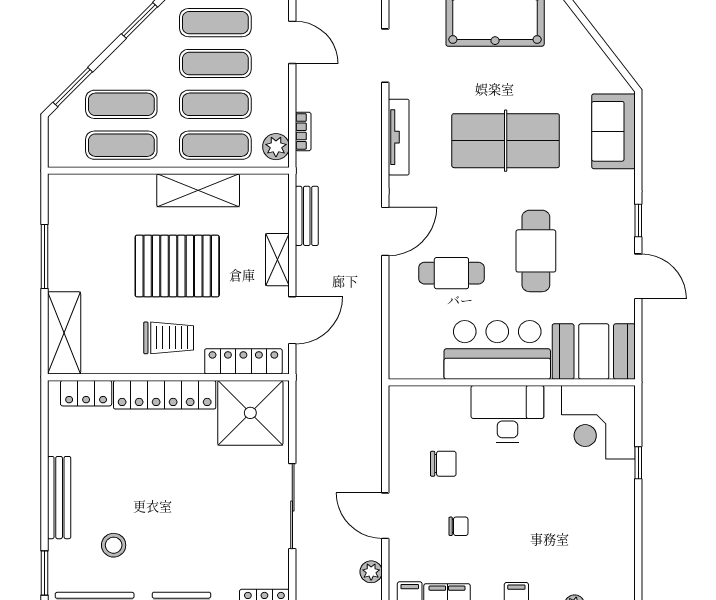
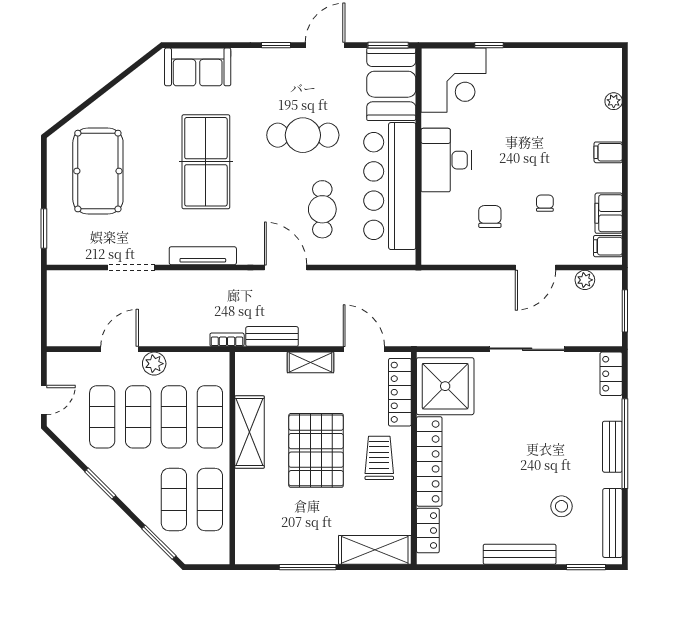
bookcase: (303, 131) -> (227, 340), moved
plant: (276, 147) -> (154, 364), moved
window: (638, 348) -> (388, 45), added
bar counter: (497, 350) -> (390, 186), width x1.36

